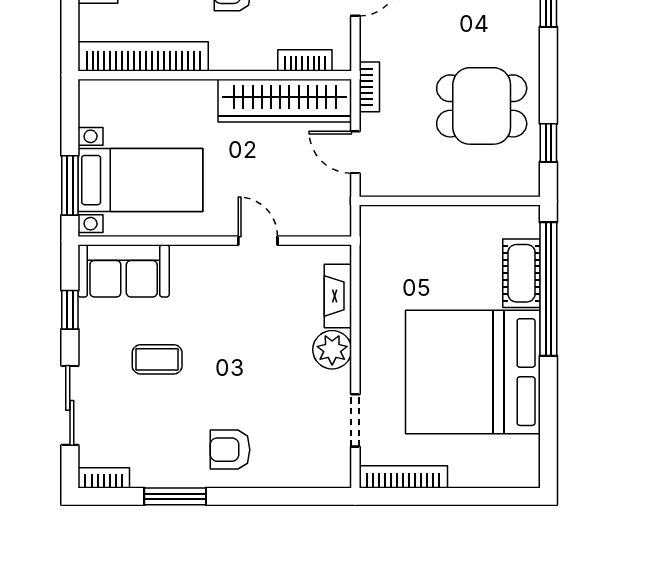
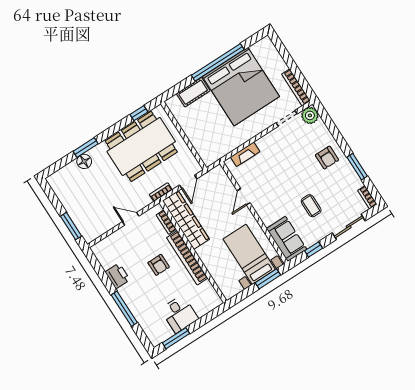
bookcase: (143, 56) -> (187, 258), moved
dining table: (482, 106) -> (141, 146), width x1.88, depth x1.24
window: (548, 289) -> (218, 62), moved
plant: (332, 350) -> (310, 115), moved

